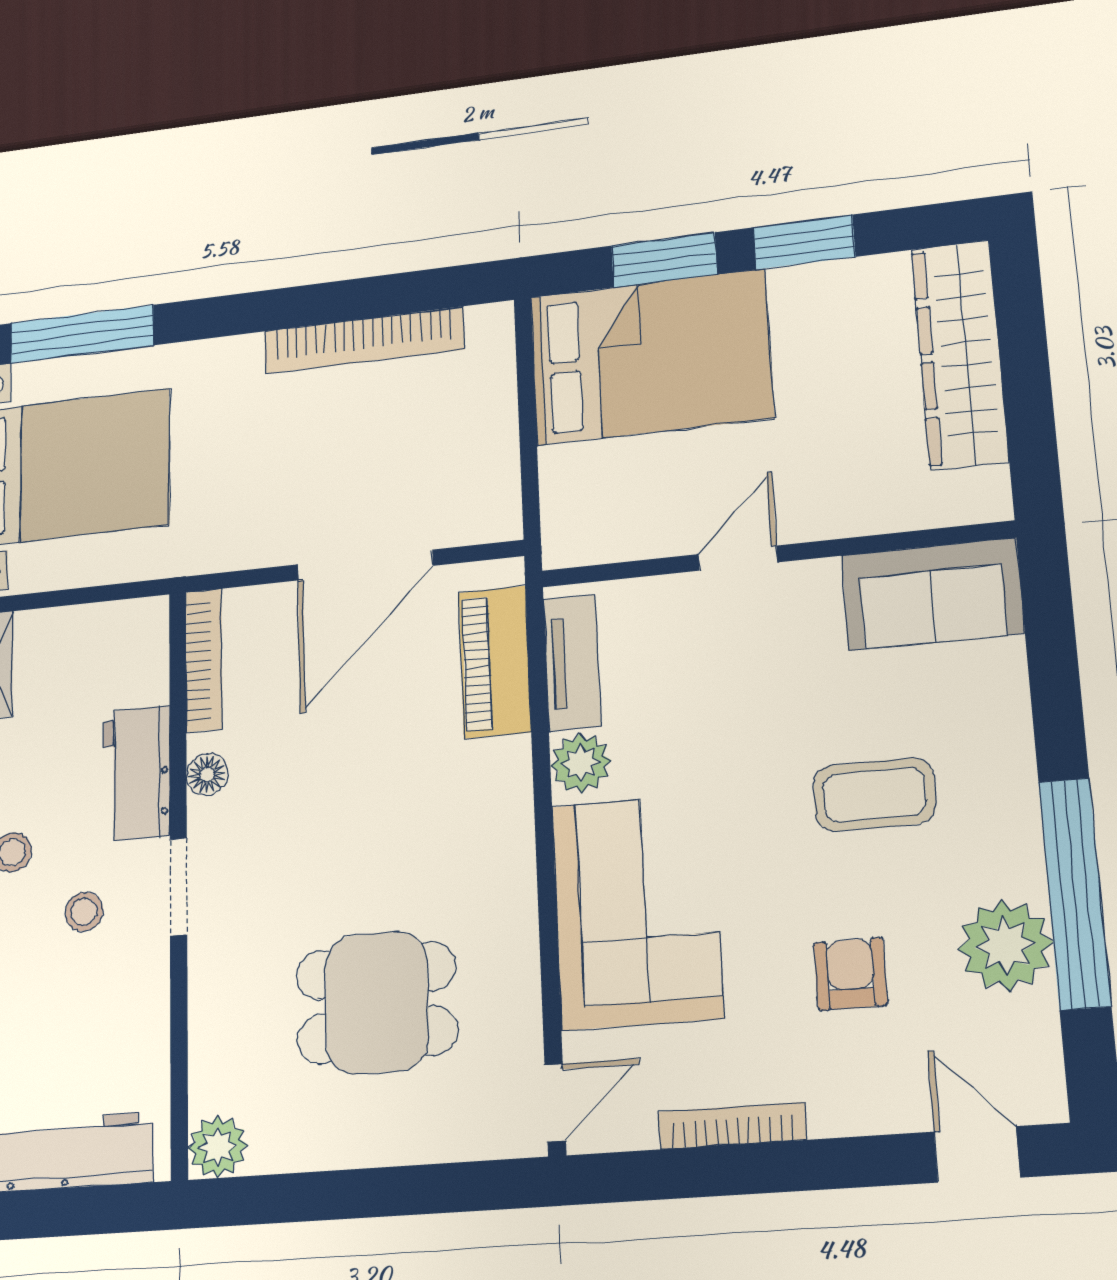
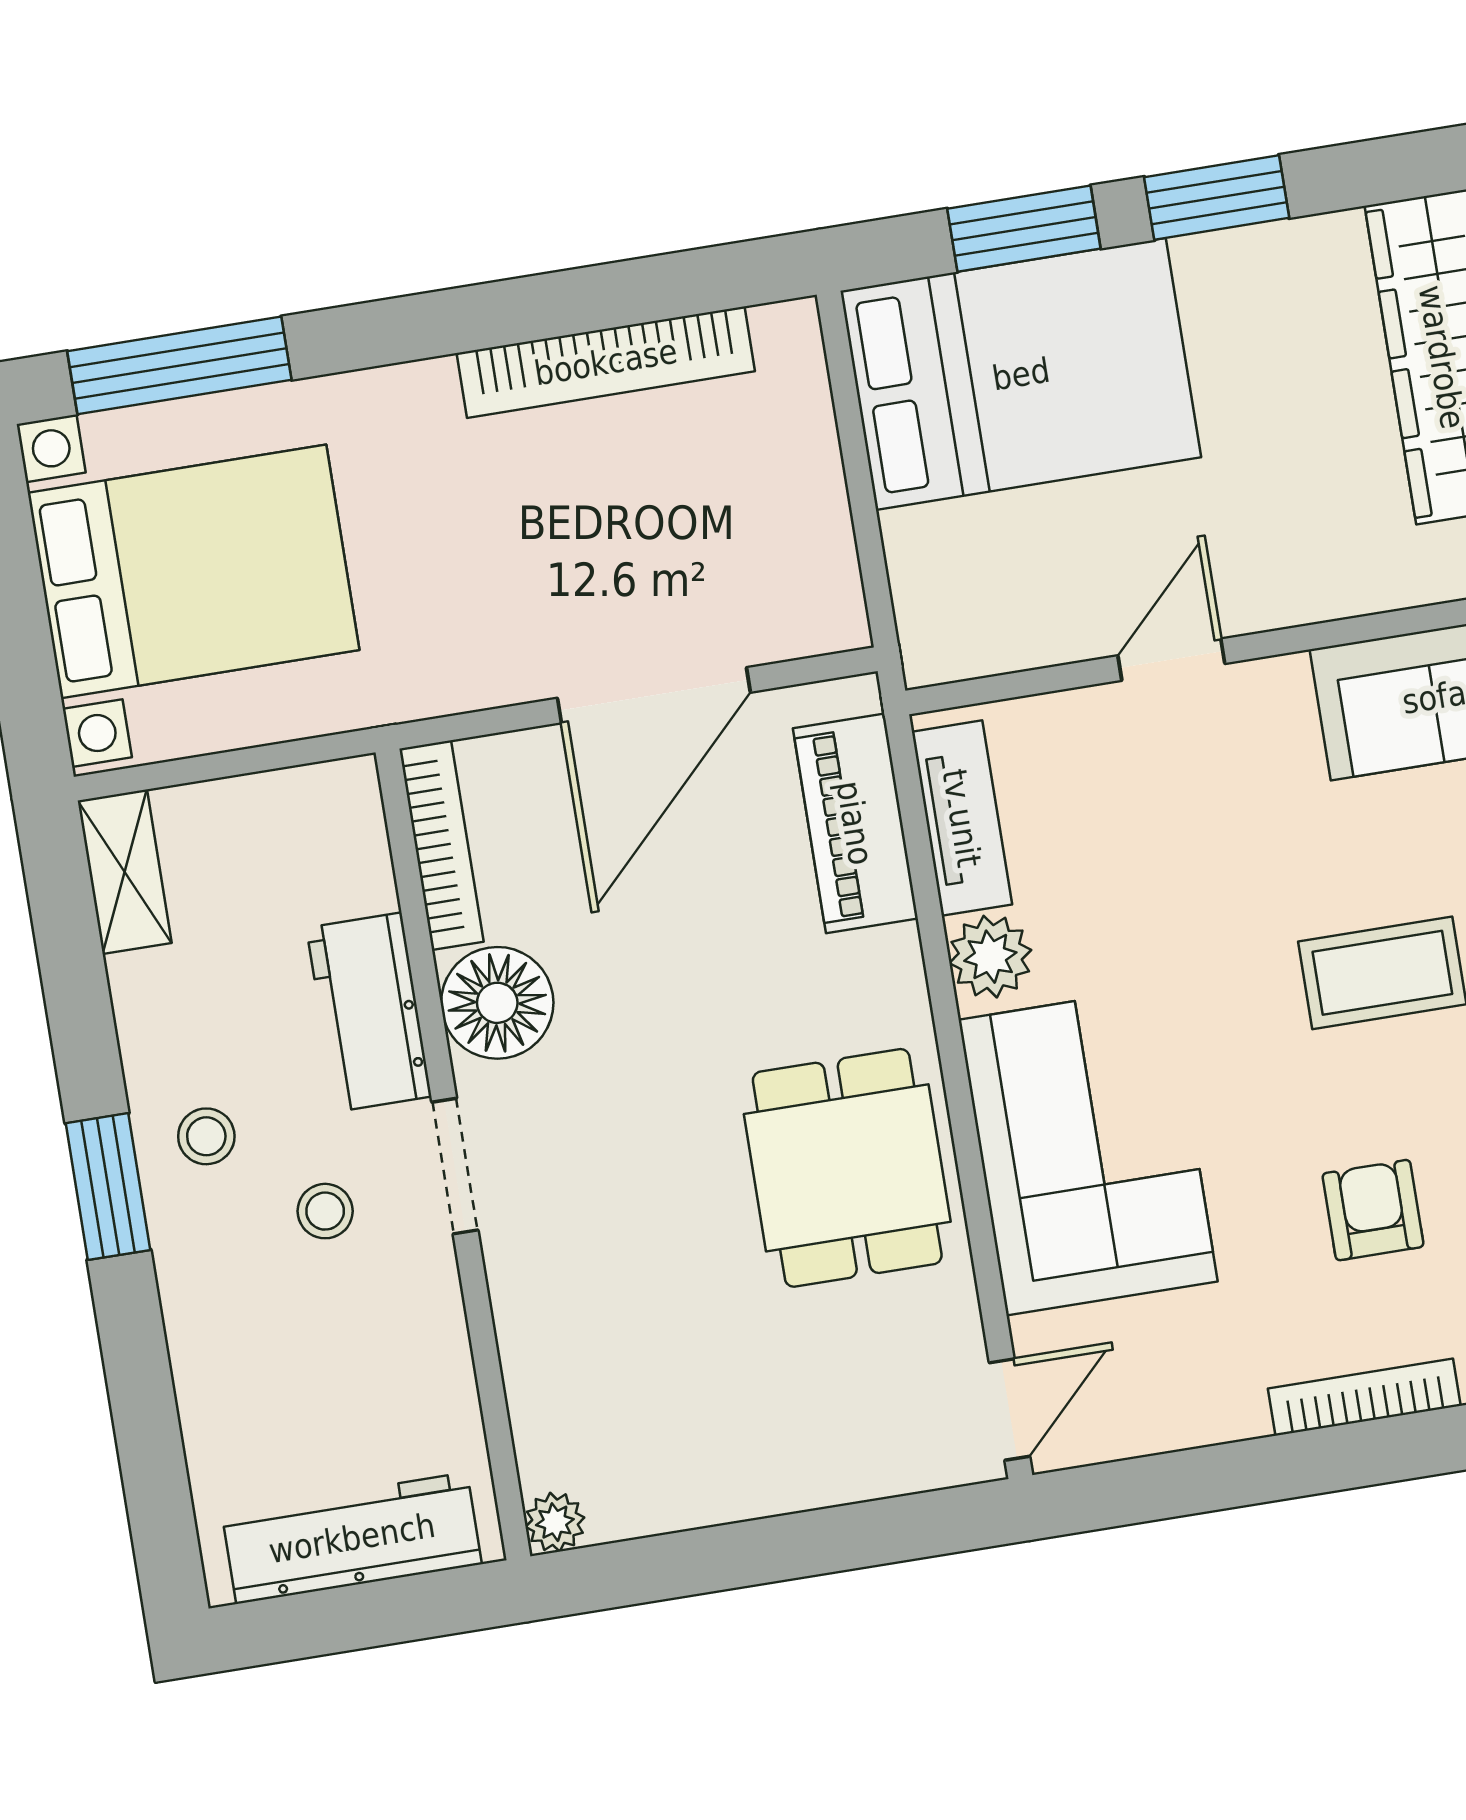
floor lamp: (207, 774) -> (497, 1003), width x1.89, depth x1.89
dining table: (377, 1003) -> (847, 1168), moved, turned 90
bookcase: (732, 1126) -> (1364, 1397), moved
plant: (218, 1147) -> (555, 1522), width x0.73, depth x0.73

